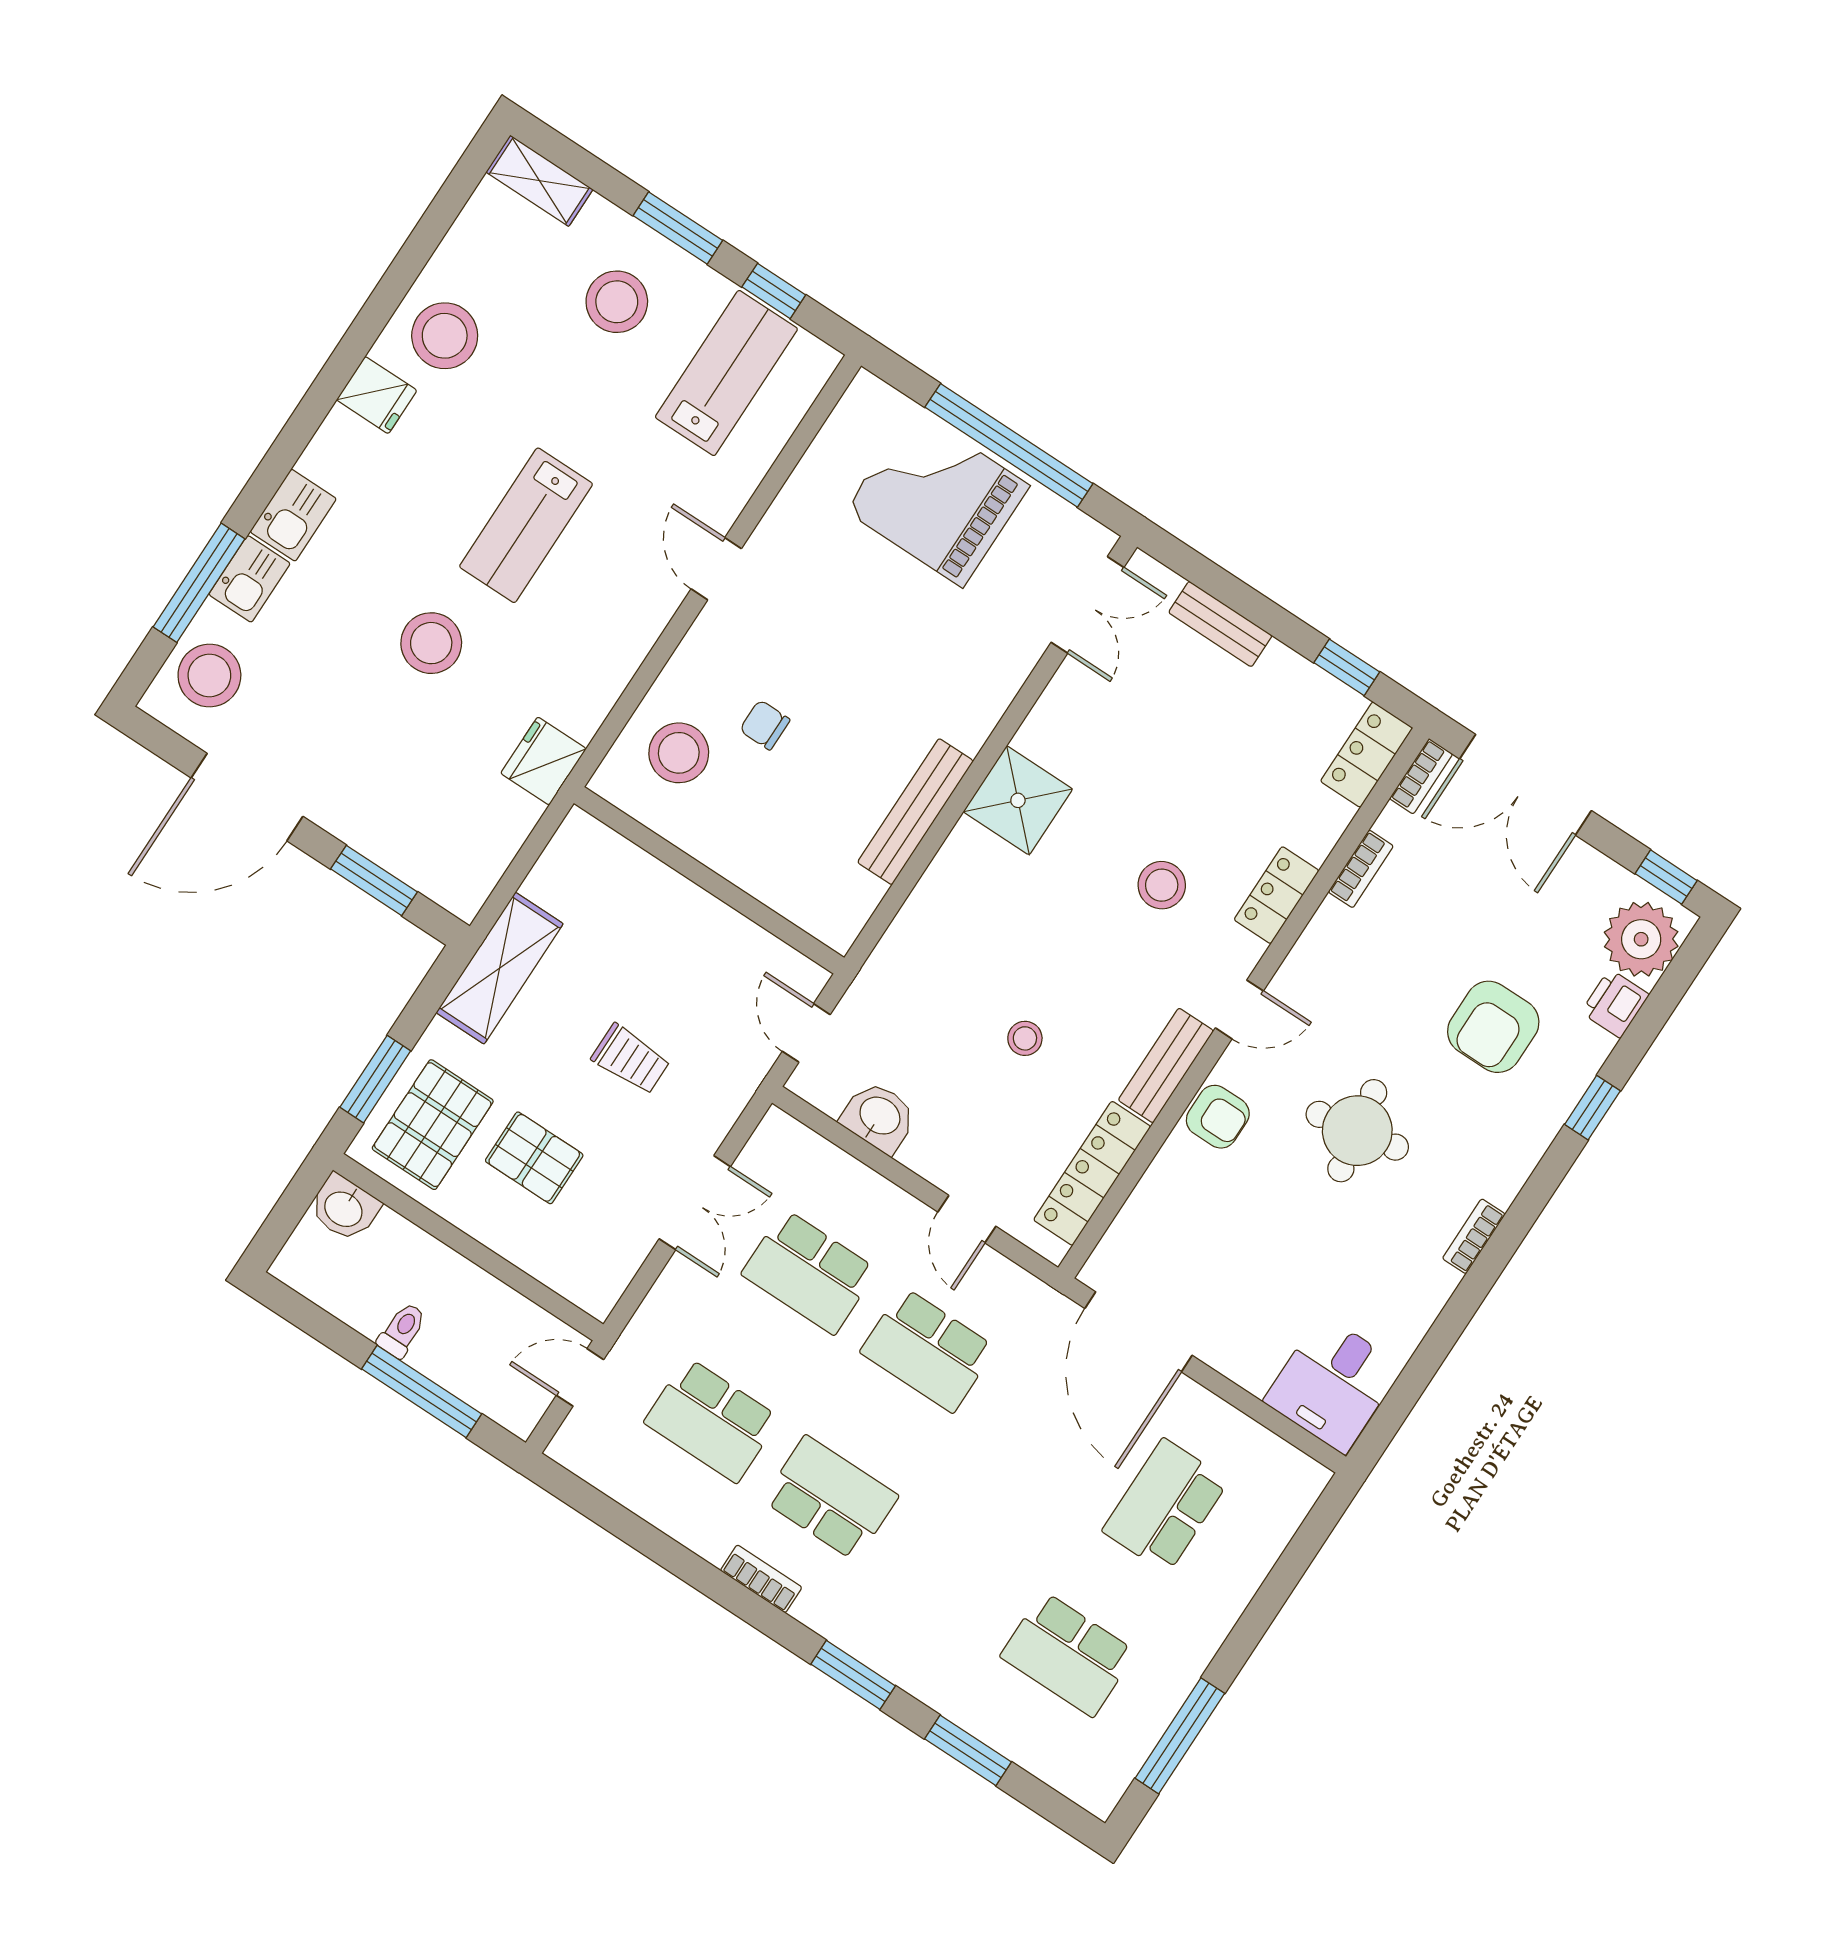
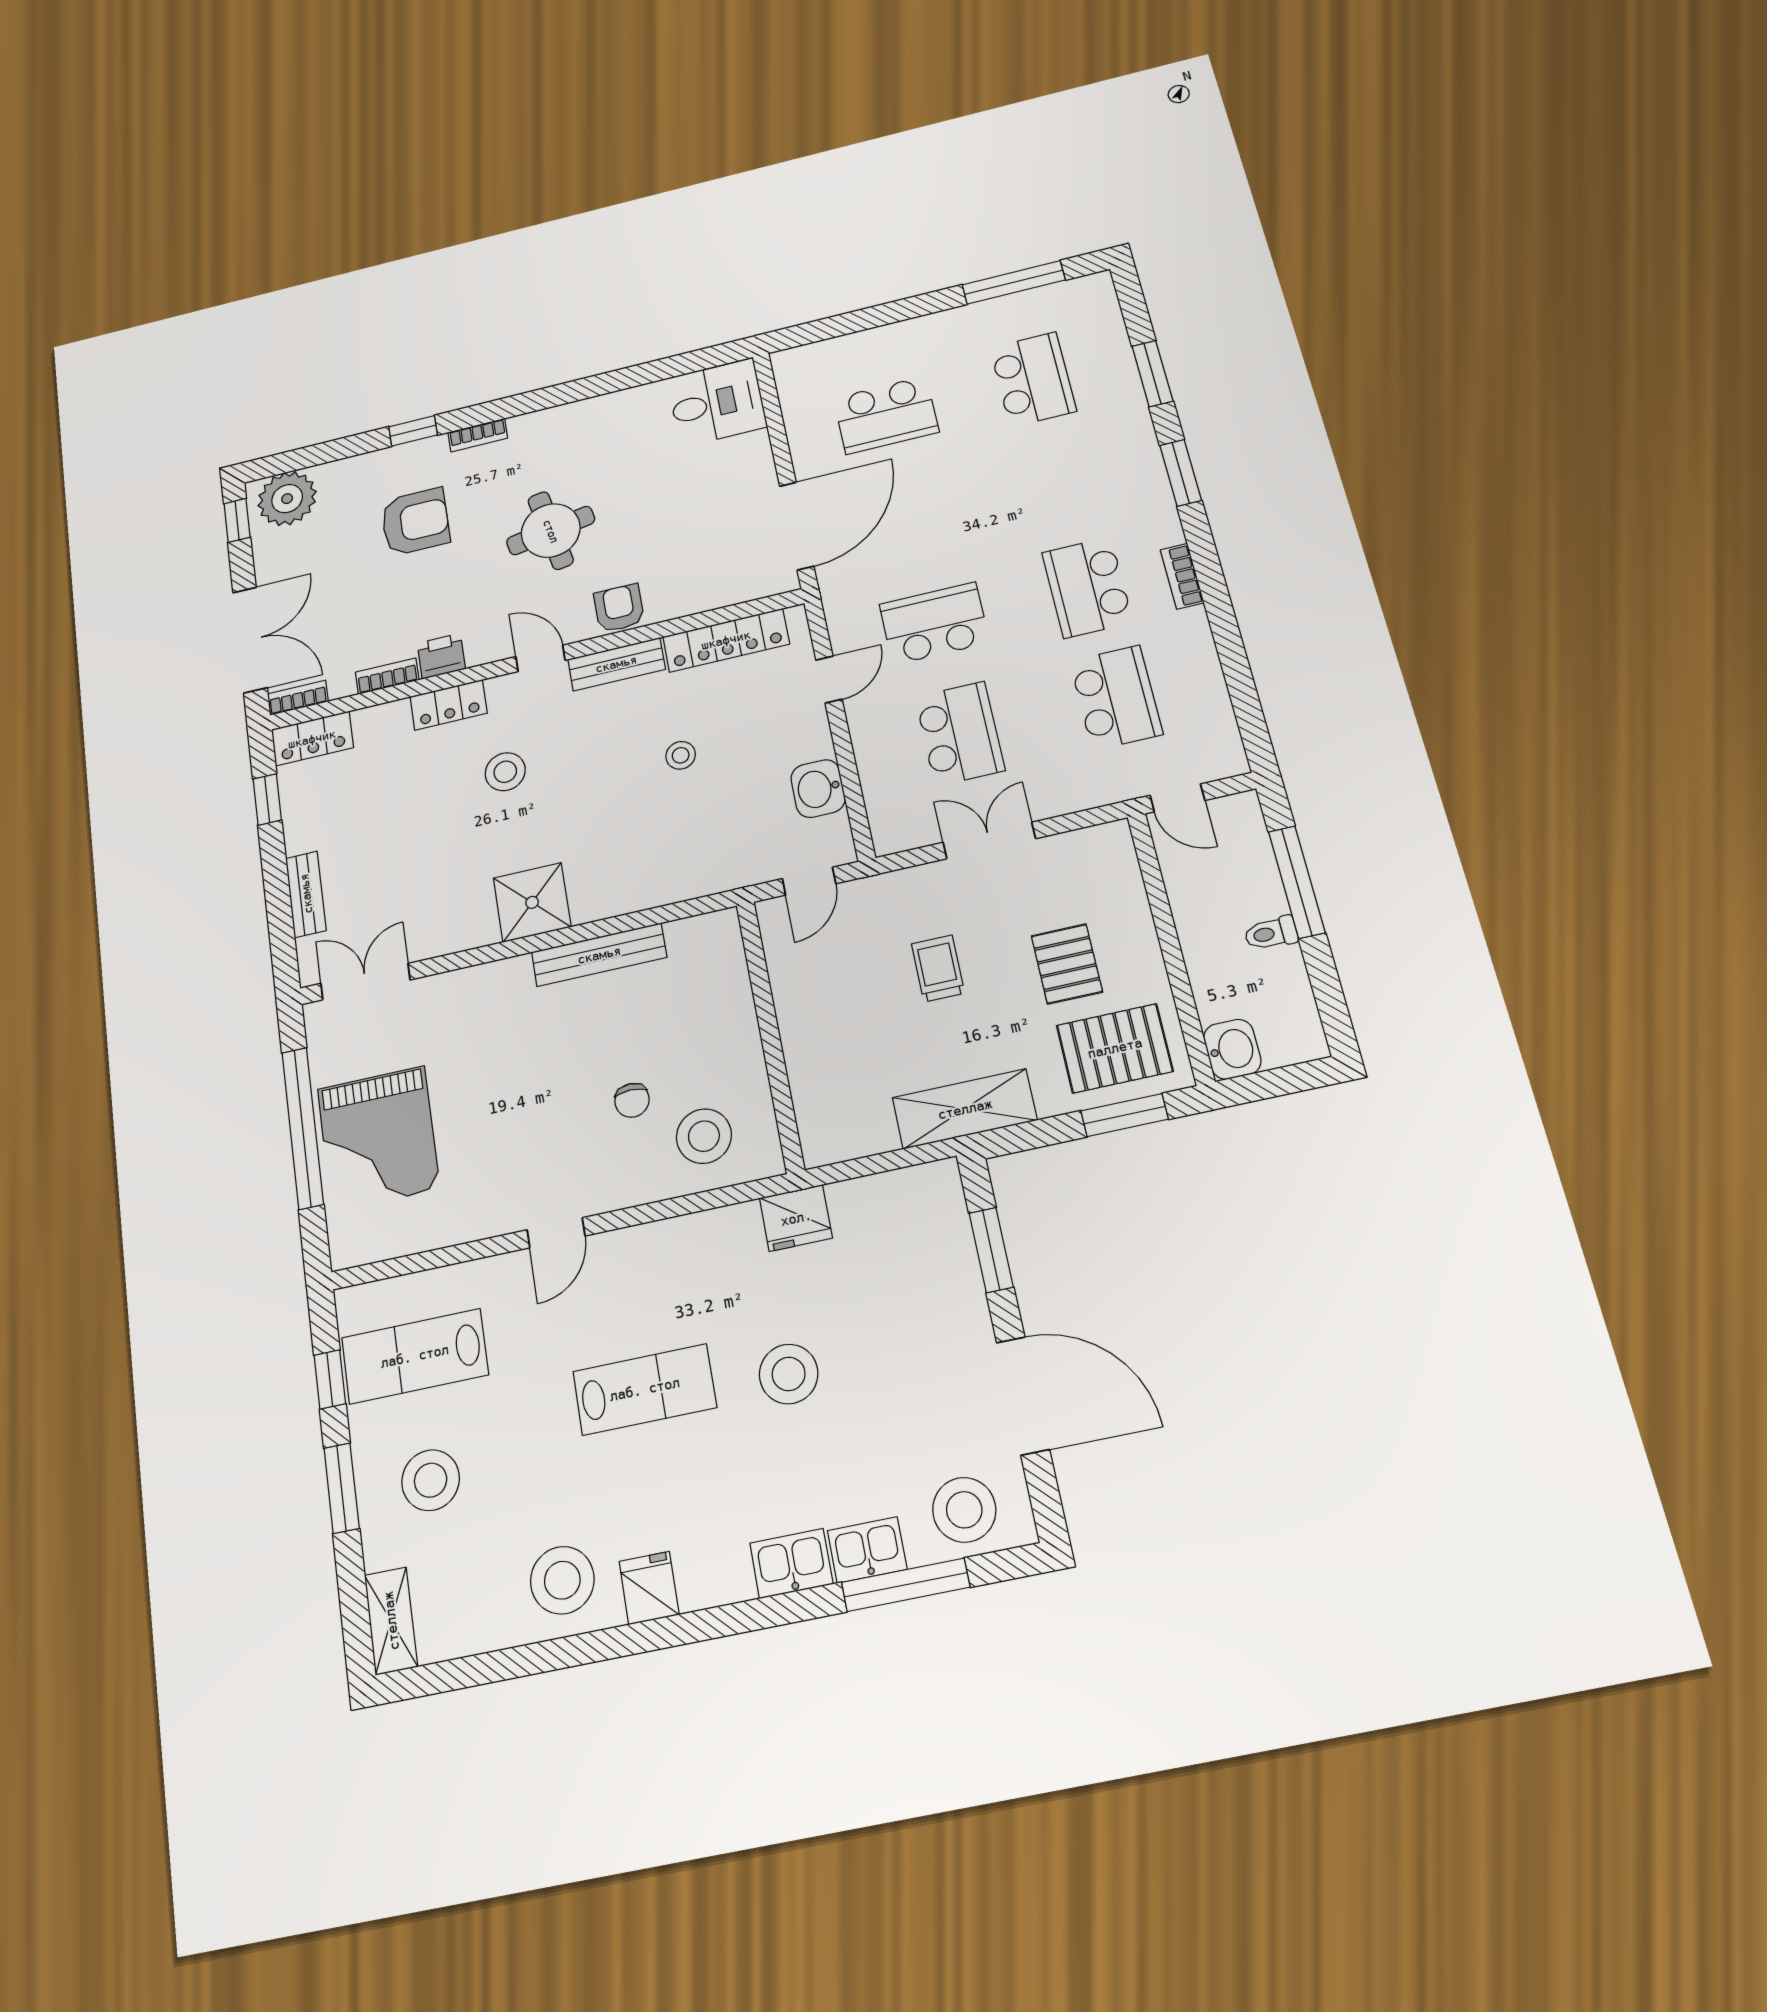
printer: (1615, 1003) -> (441, 656), moved, turned 180
bookcase: (1474, 1236) -> (478, 435), moved
school desk: (928, 1350) -> (934, 623), turned -90

